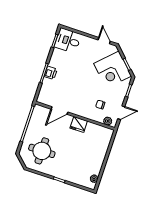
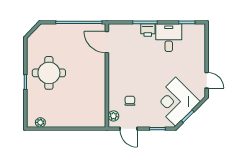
desk: (68, 41) -> (169, 38), moved
door: (104, 41) -> (207, 80), hinge flipped
door: (59, 111) -> (107, 42), moved
fridge: (79, 125) -> (98, 83), removed
round table: (42, 151) -> (49, 73), moved

